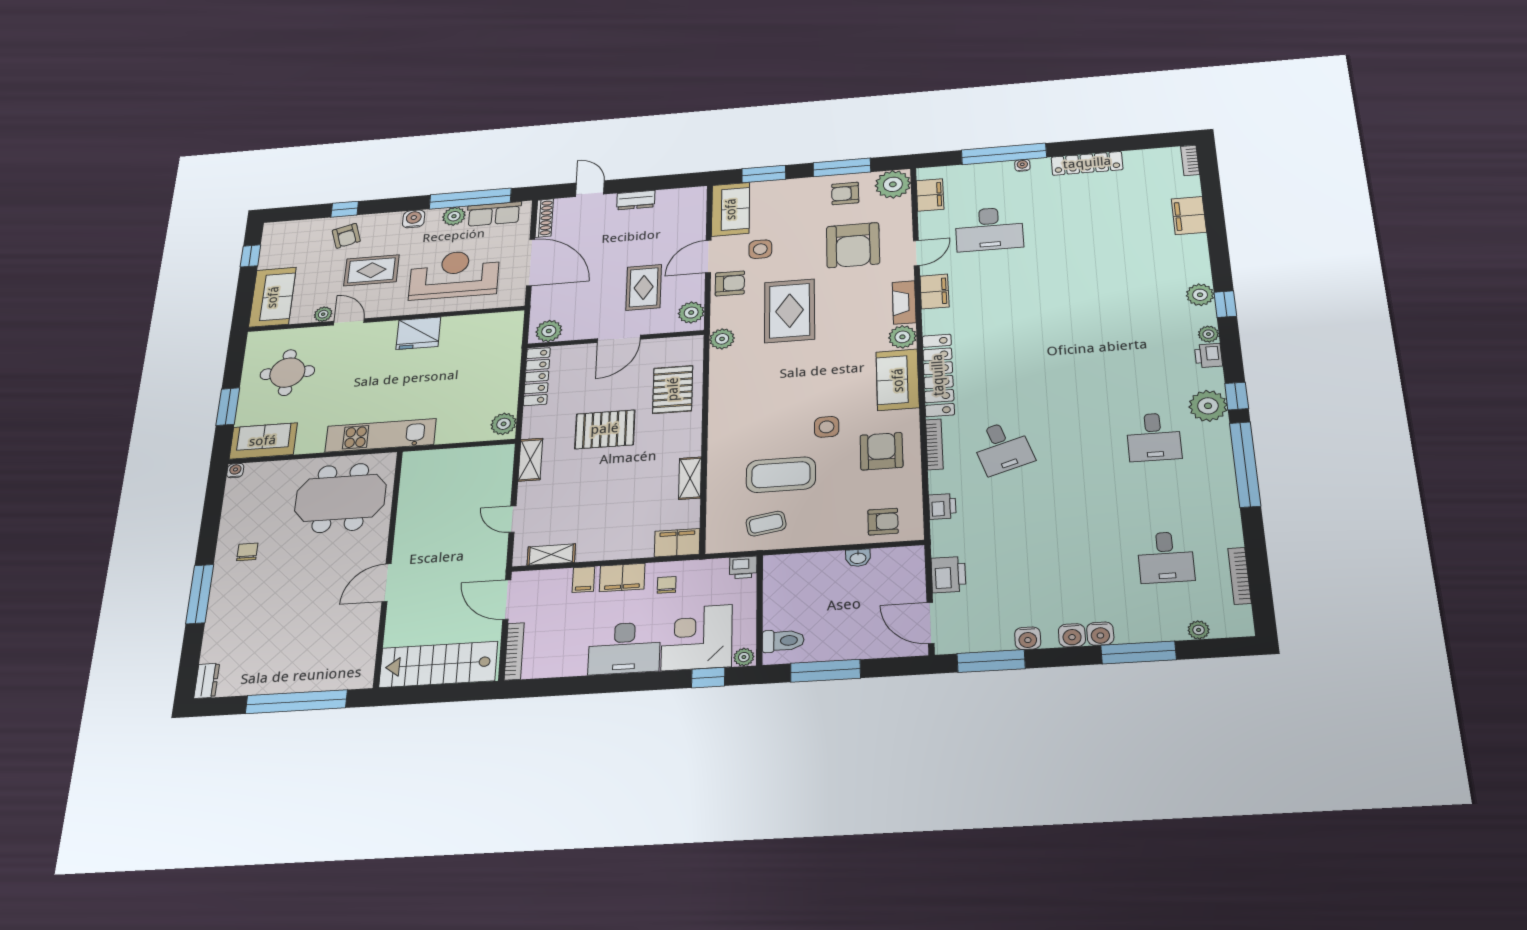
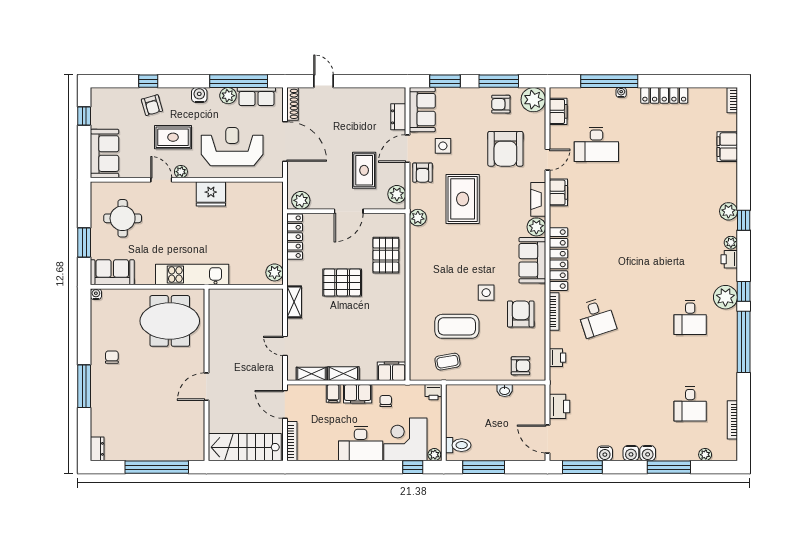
dresser: (636, 200) -> (398, 117), moved, turned 90
armchair: (730, 283) -> (423, 173), turned 90
plant: (323, 314) -> (181, 172), moved
shelving: (690, 478) -> (343, 374), moved, turned 90

